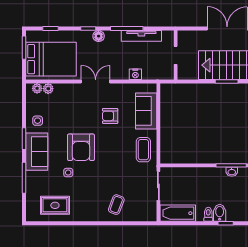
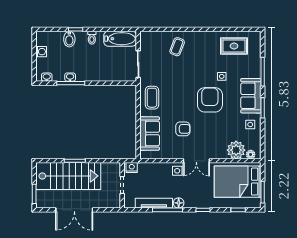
floor lamp: (99, 36) -> (179, 203), moved
side table: (116, 71) -> (177, 171), added
nightstand: (135, 74) -> (132, 168), moved
plant: (48, 89) -> (236, 150), width x1.87, depth x1.87
bidet: (220, 213) -> (69, 39), moved

